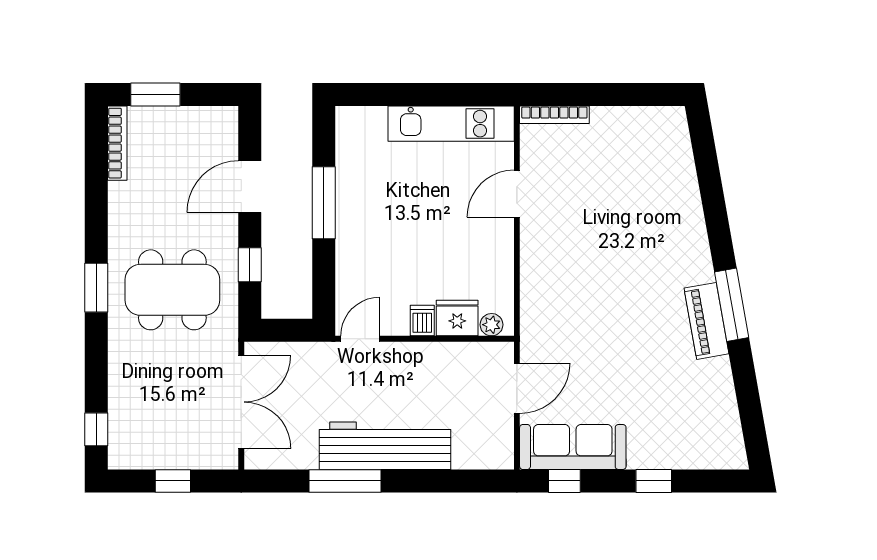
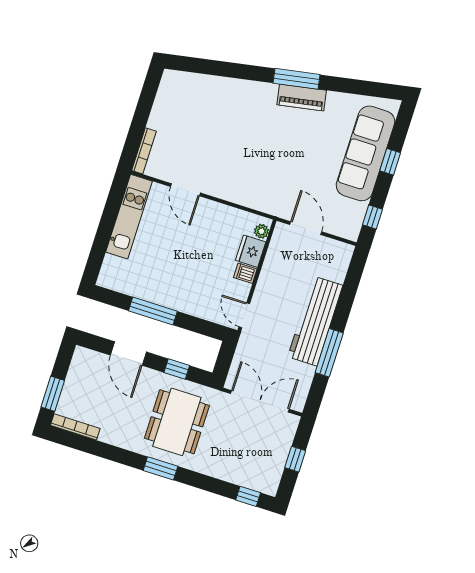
sofa: (573, 447) -> (365, 153), moved, width x1.36, depth x1.27

